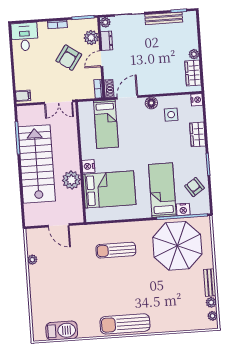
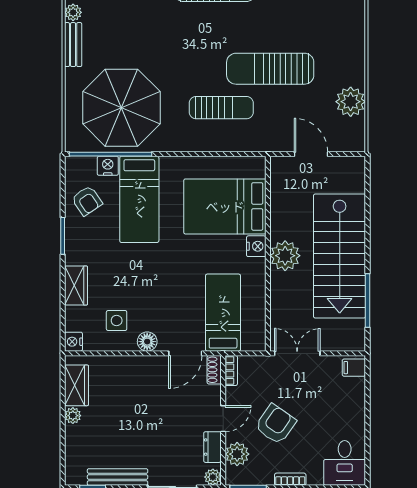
plant: (71, 180) -> (285, 256), moved
plant: (32, 260) -> (351, 102), width x1.87, depth x1.87
sun lounger: (87, 276) -> (270, 69), added

